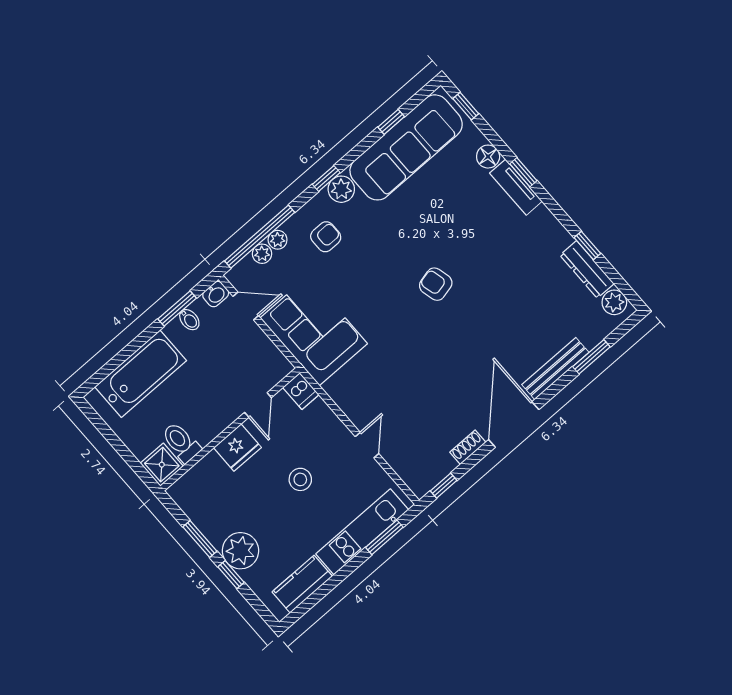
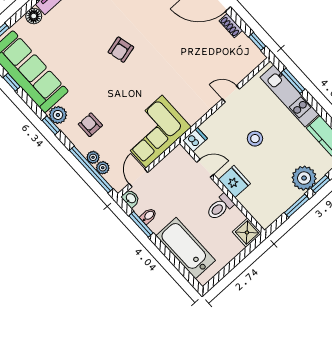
toilet: (181, 442) -> (220, 207), moved

